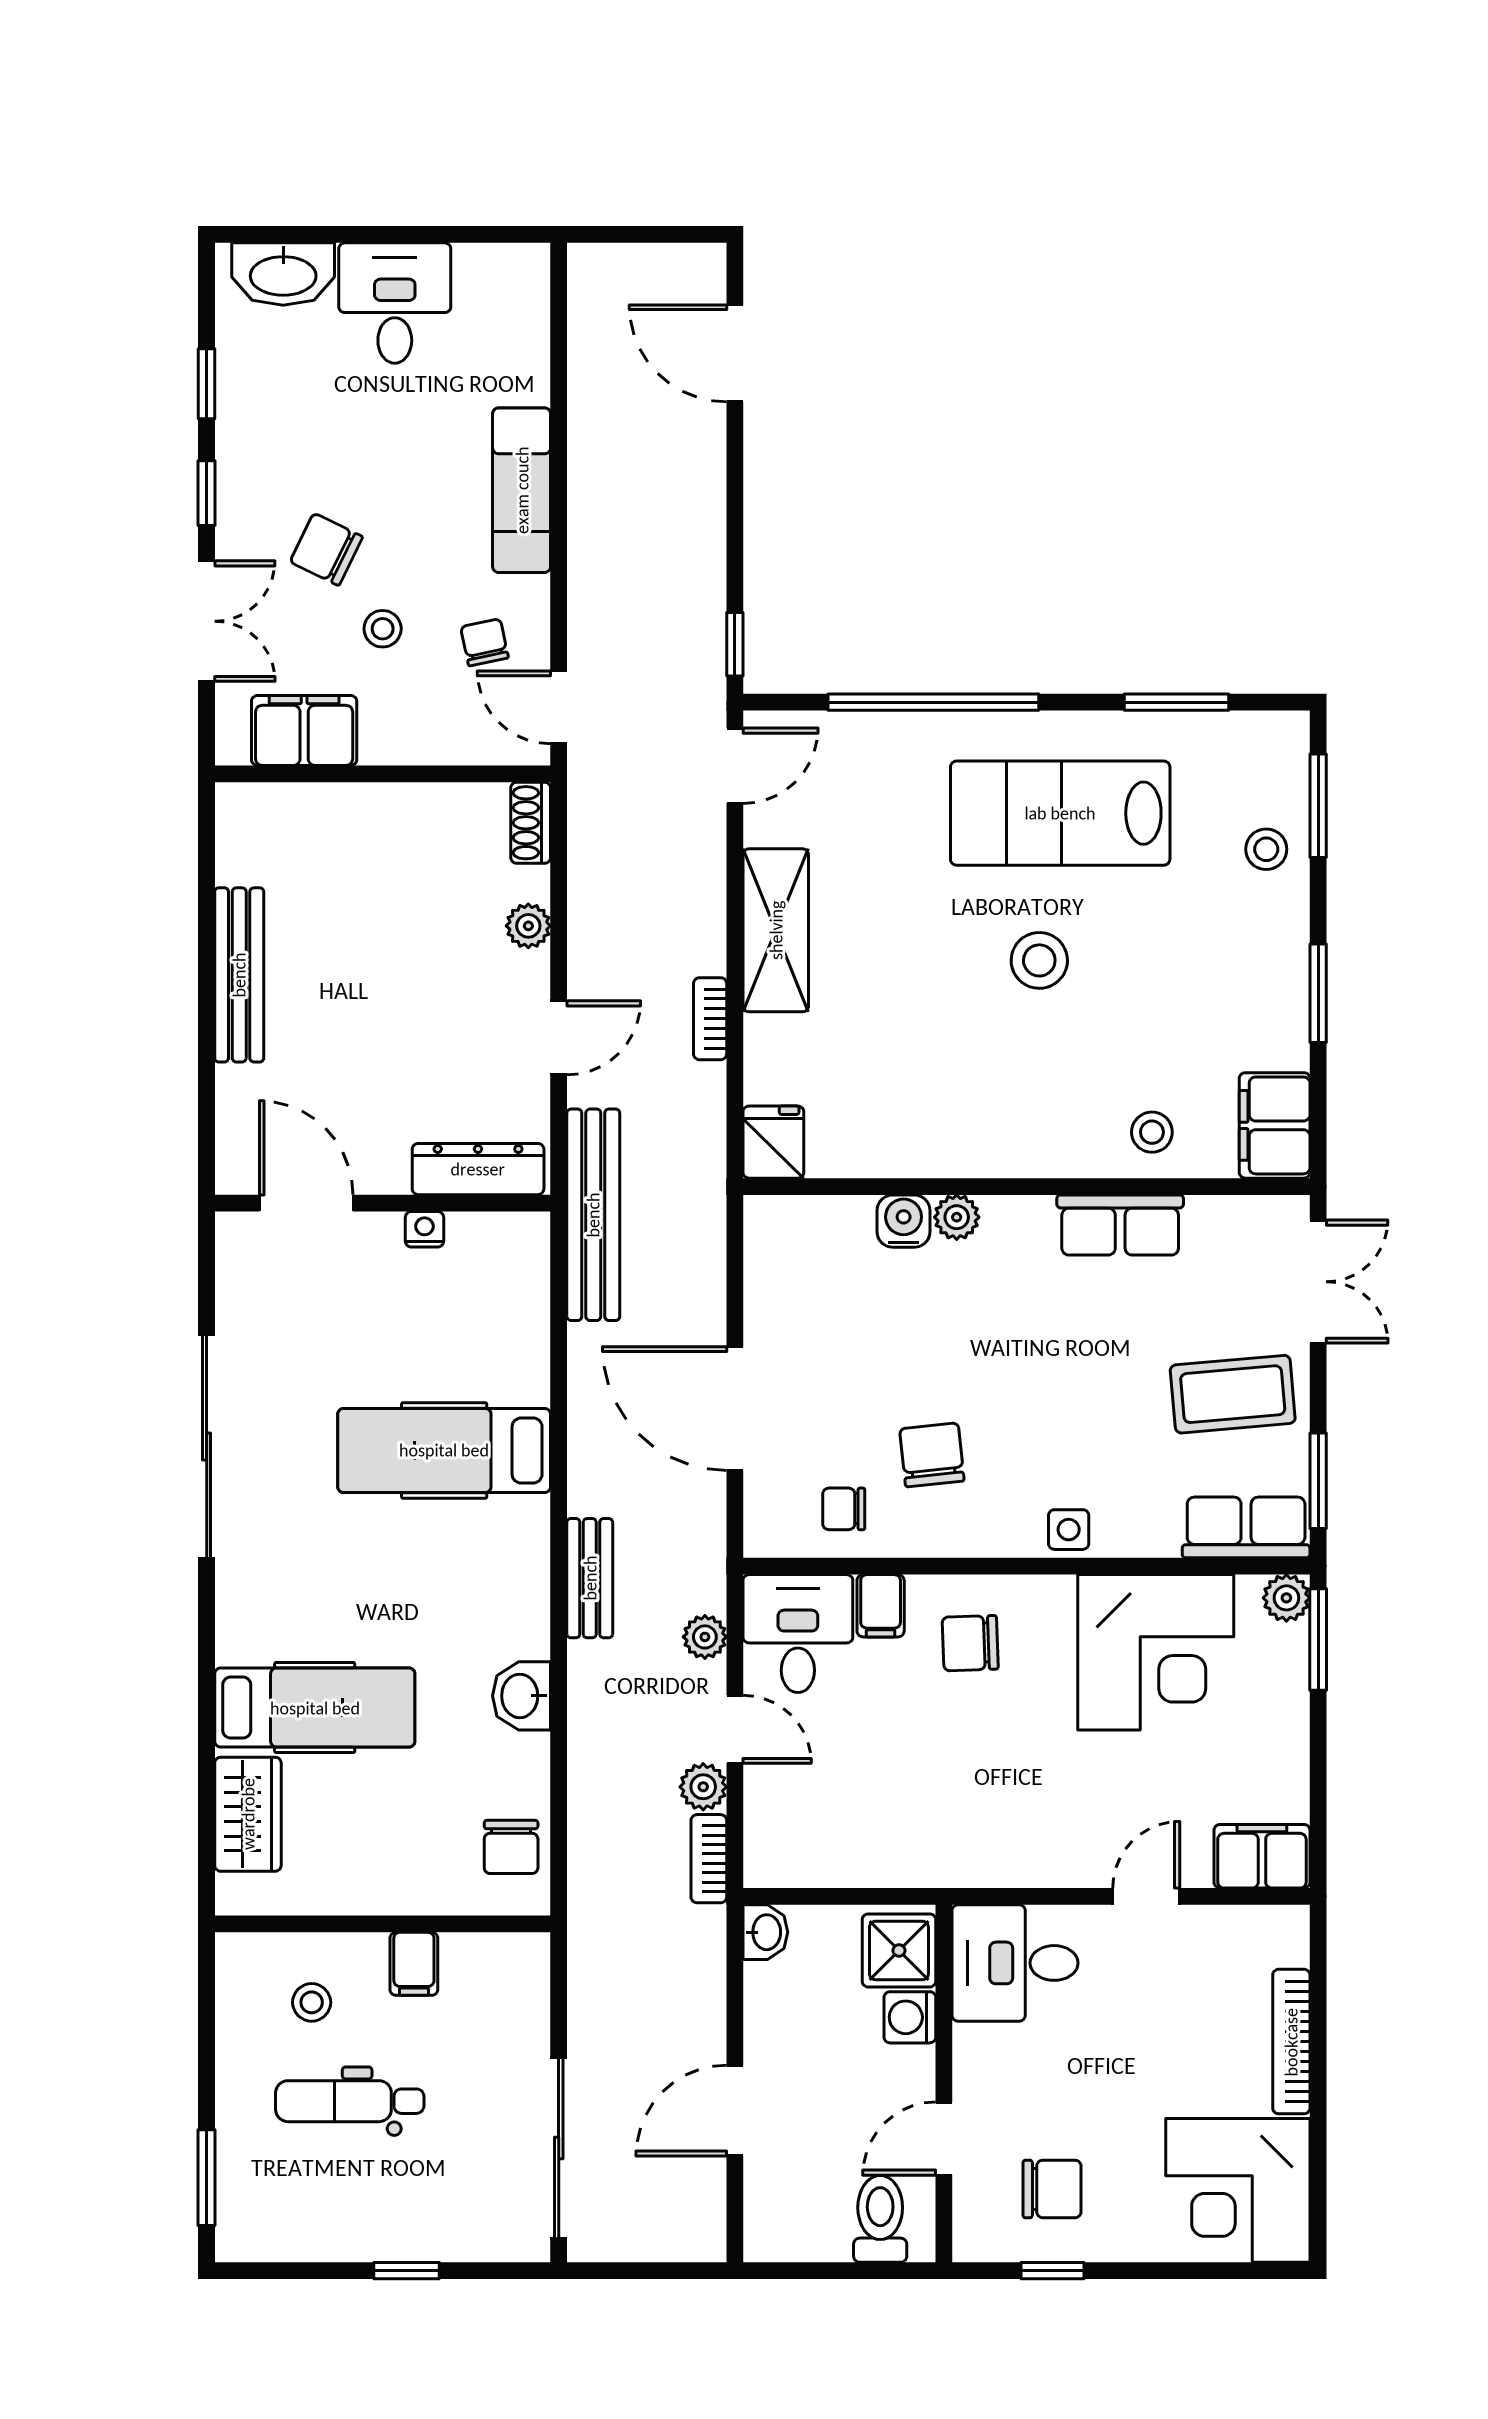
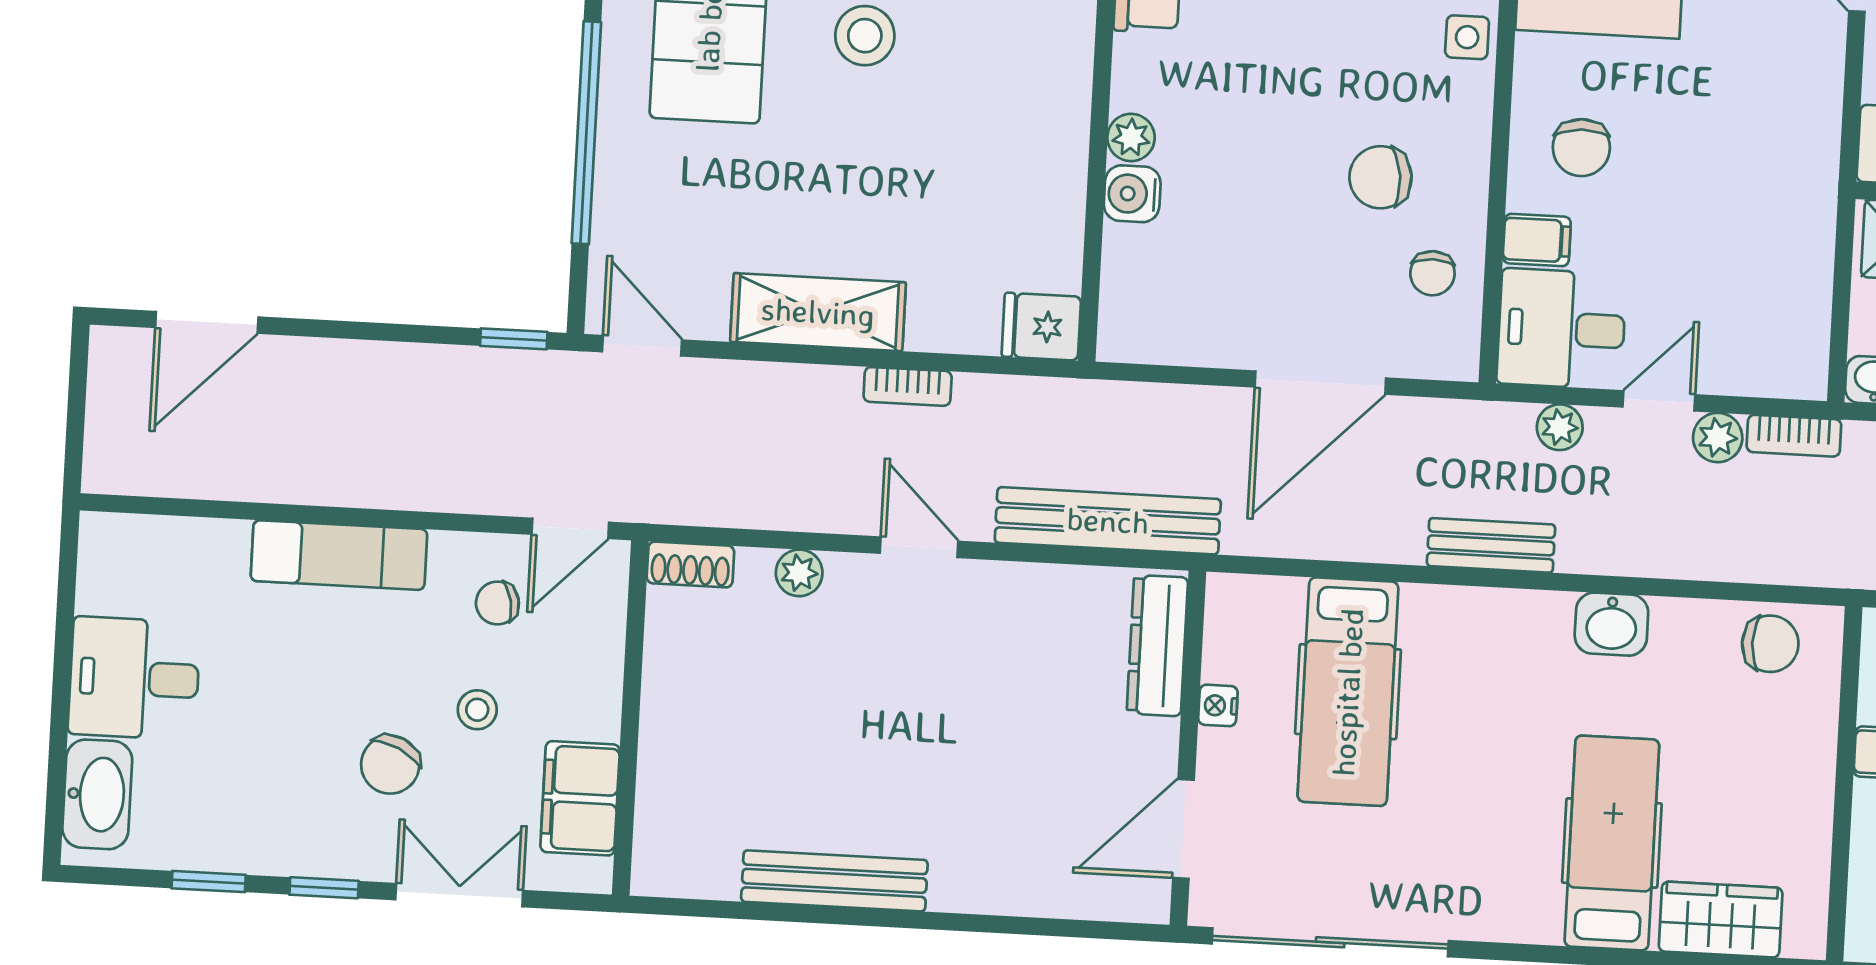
dresser: (478, 1169) -> (1157, 646), moved
door: (306, 1203) -> (1183, 829), moved
wall: (383, 1203) -> (1188, 748), moved
nightstand: (424, 1229) -> (1218, 705), moved

